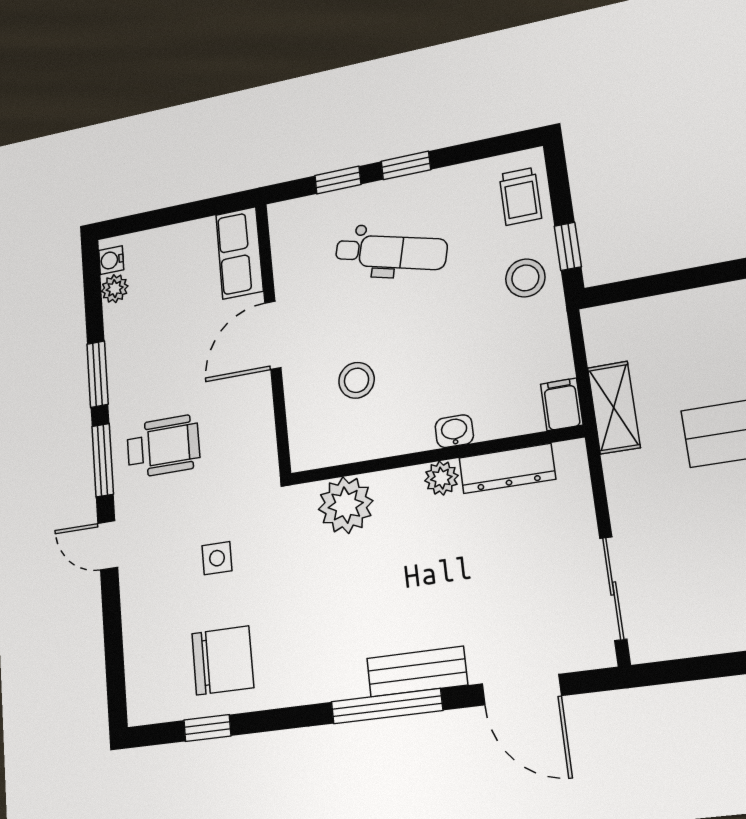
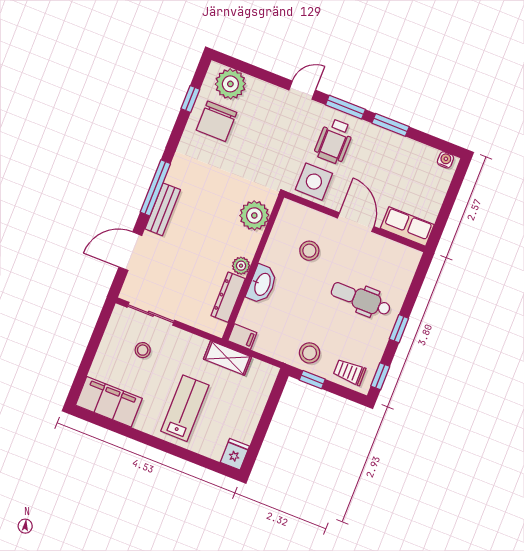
window: (338, 180) -> (380, 376), moved
dental chair: (391, 252) -> (361, 299), turned 76
plant: (115, 289) -> (230, 84), moved, width x1.88, depth x1.88
washbasin: (454, 431) -> (262, 284), width x1.91, depth x1.45
side table: (217, 558) -> (314, 182), moved, width x1.87, depth x1.87
stool: (688, 566) -> (143, 350), added

